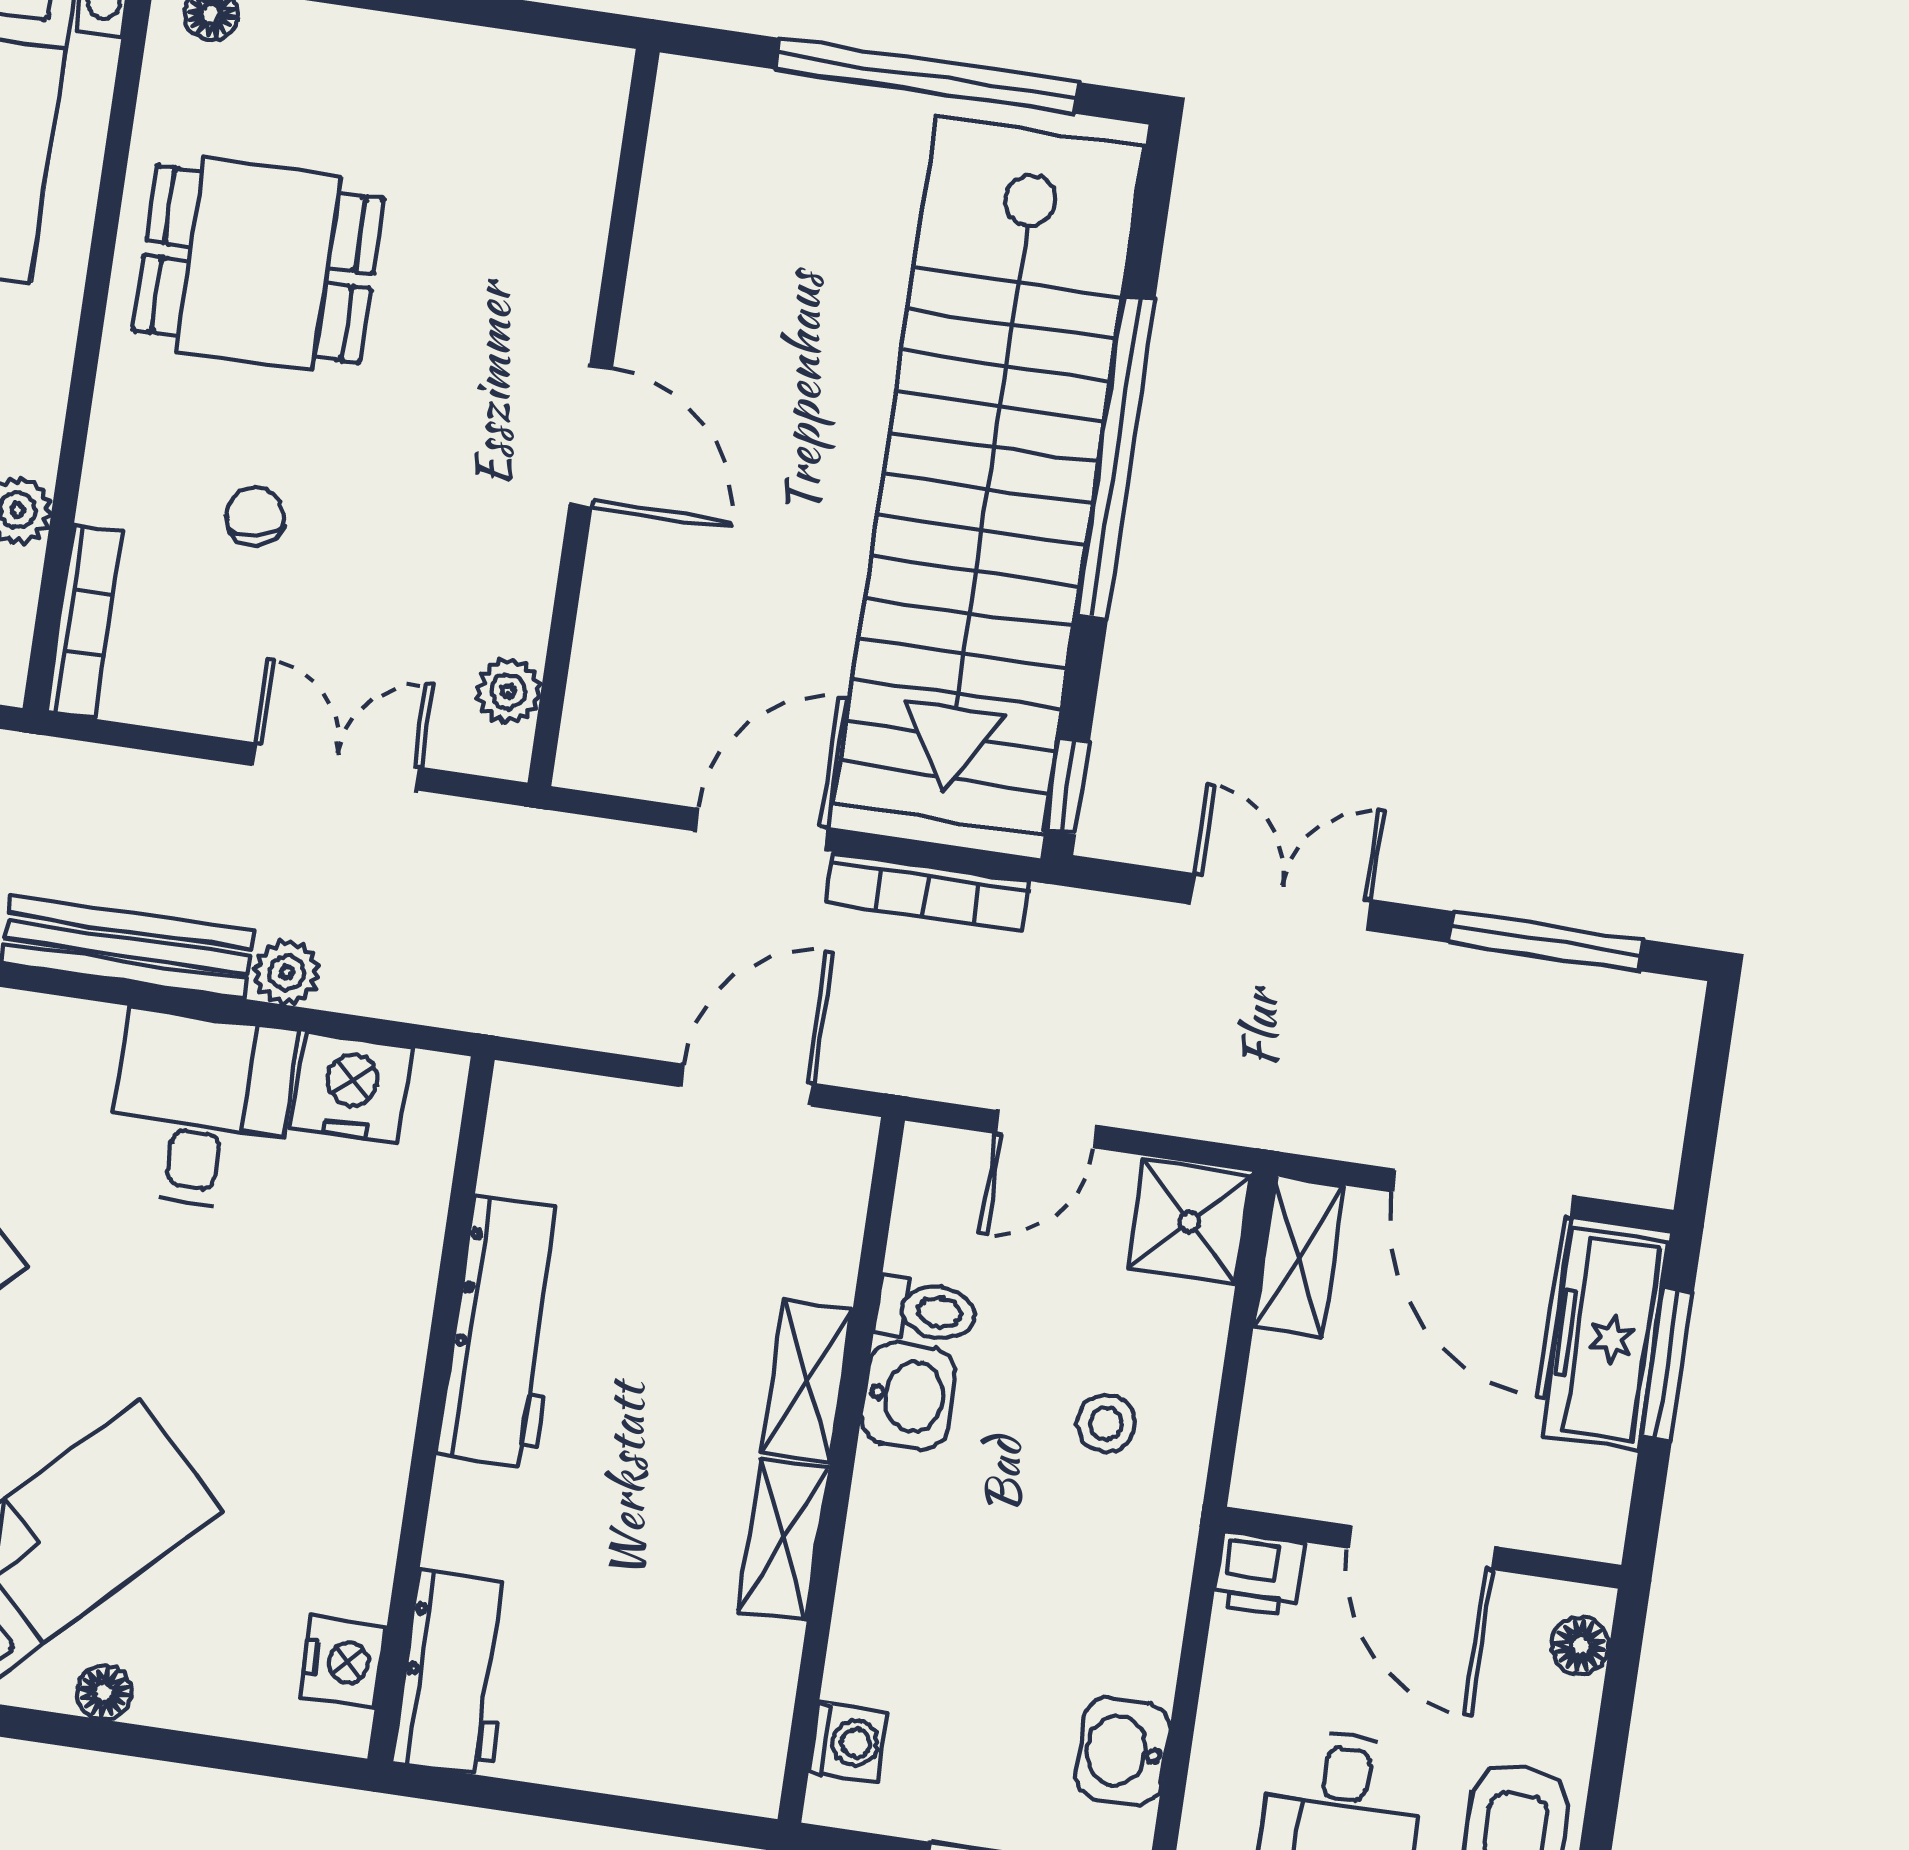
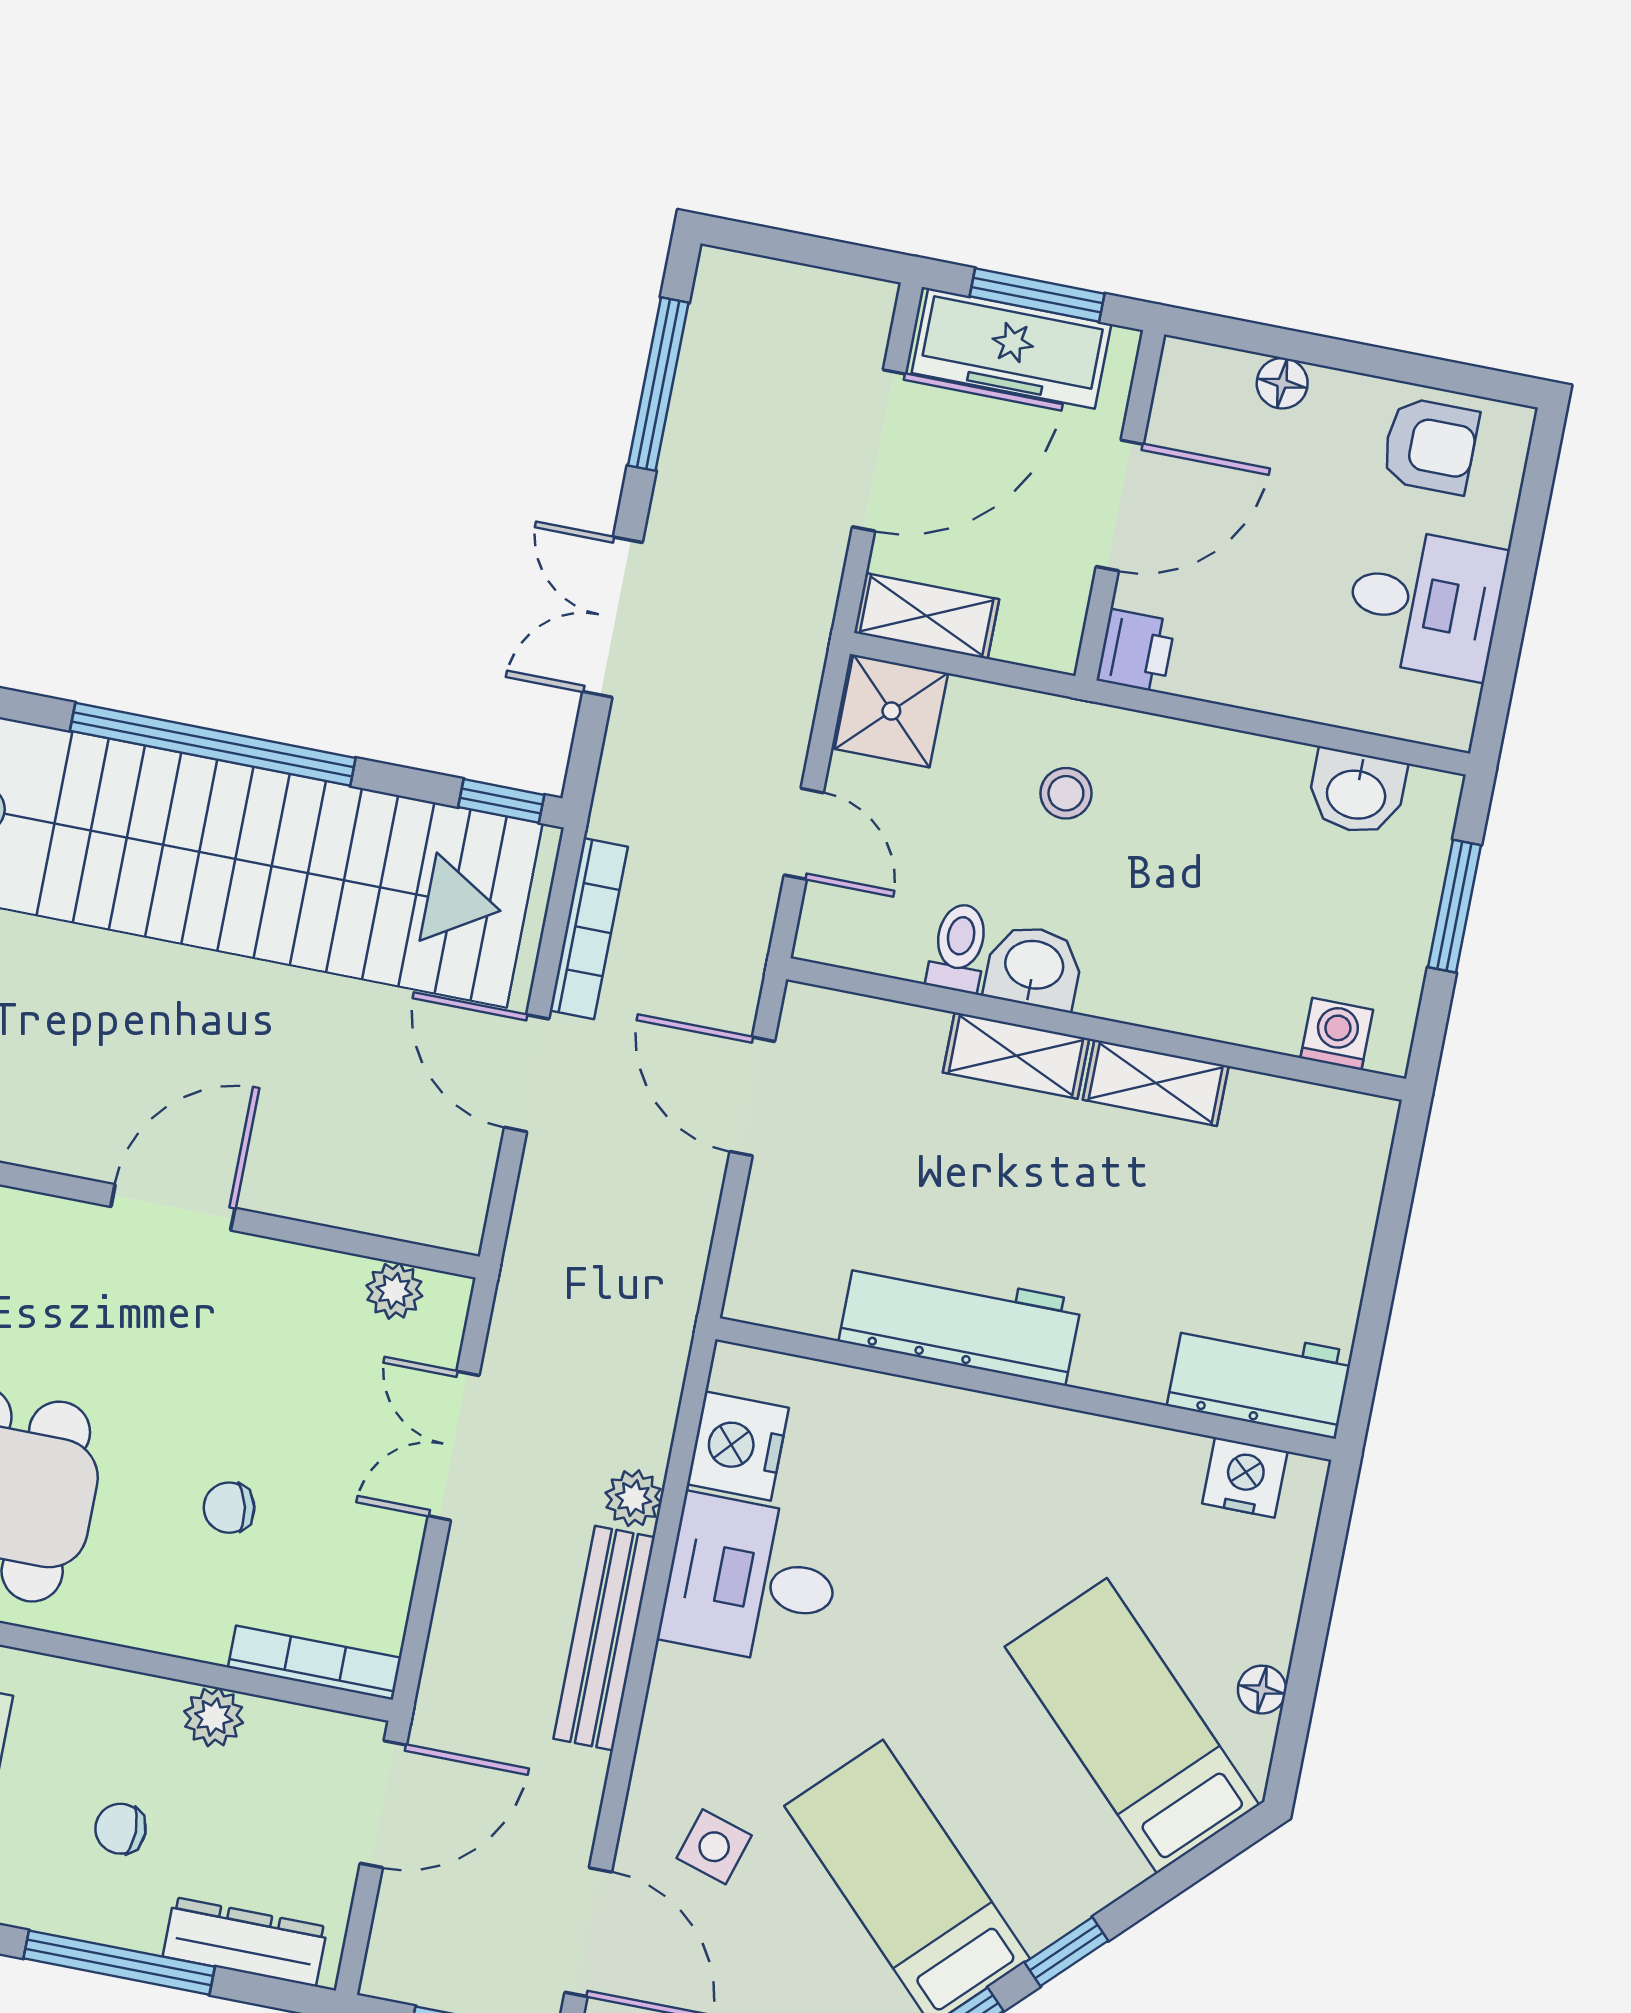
door: (1422, 1548) -> (1120, 505), moved
wall: (1422, 1548) -> (1120, 505), moved
printer: (1259, 1574) -> (1136, 651), moved

